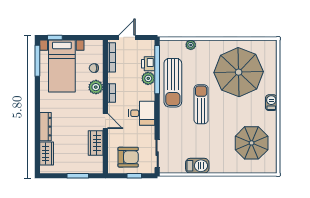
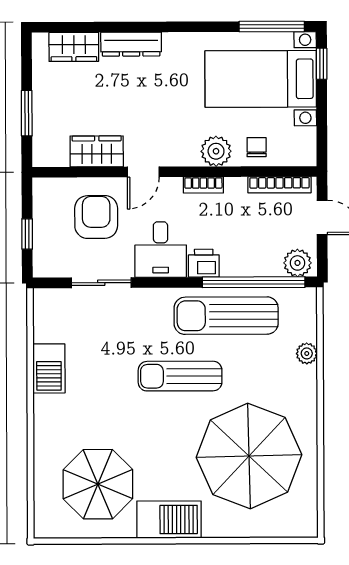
printer: (148, 64) -> (204, 263), moved
plant: (148, 78) -> (297, 263), moved
barbecue: (271, 103) -> (169, 520), width x1.88, depth x1.53
sun lounger: (201, 104) -> (180, 376), turned 180
sliding door: (157, 154) -> (101, 283), moved
armchair: (128, 157) -> (96, 217), moved, turned 180

